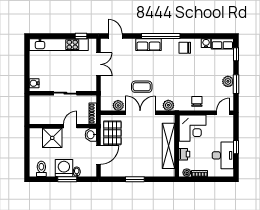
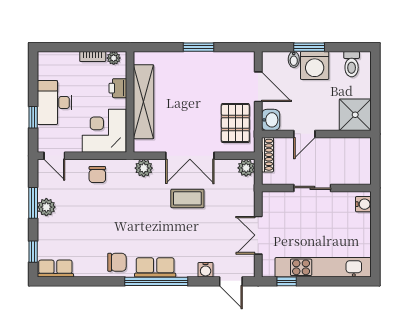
water cooler: (206, 43) -> (206, 270), moved
row of seats: (149, 45) -> (155, 267), moved
plant: (118, 105) -> (246, 168), moved
door: (223, 113) -> (54, 156), hinge flipped
shower: (52, 138) -> (355, 115), moved
window: (236, 147) -> (33, 117), moved
door: (98, 155) -> (258, 87), swing flipped
desk: (223, 155) -> (55, 103), moved

